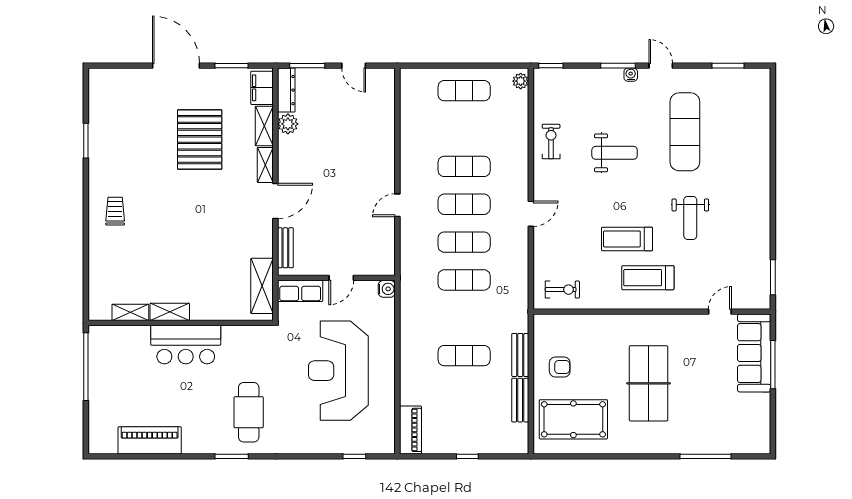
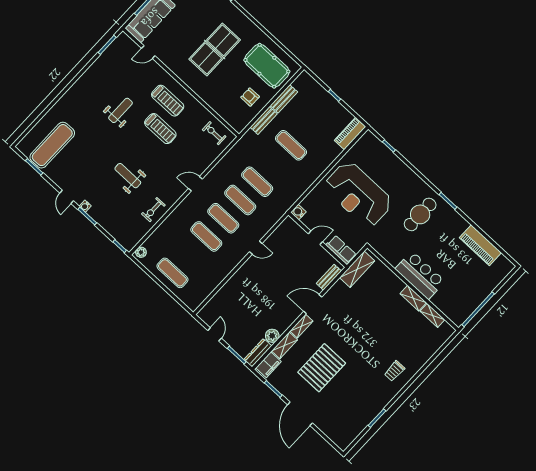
exercise mat: (685, 132) -> (52, 145), moved
reception desk: (338, 371) -> (358, 194), turned 90

